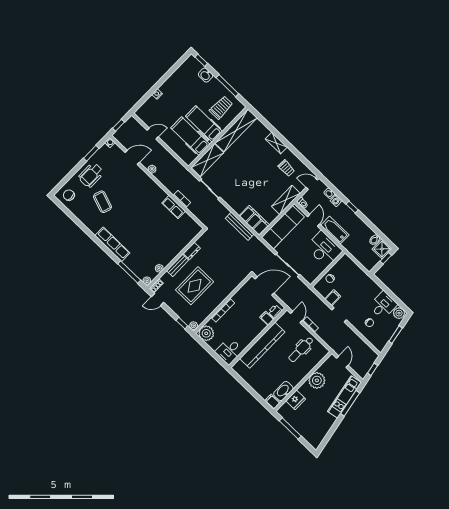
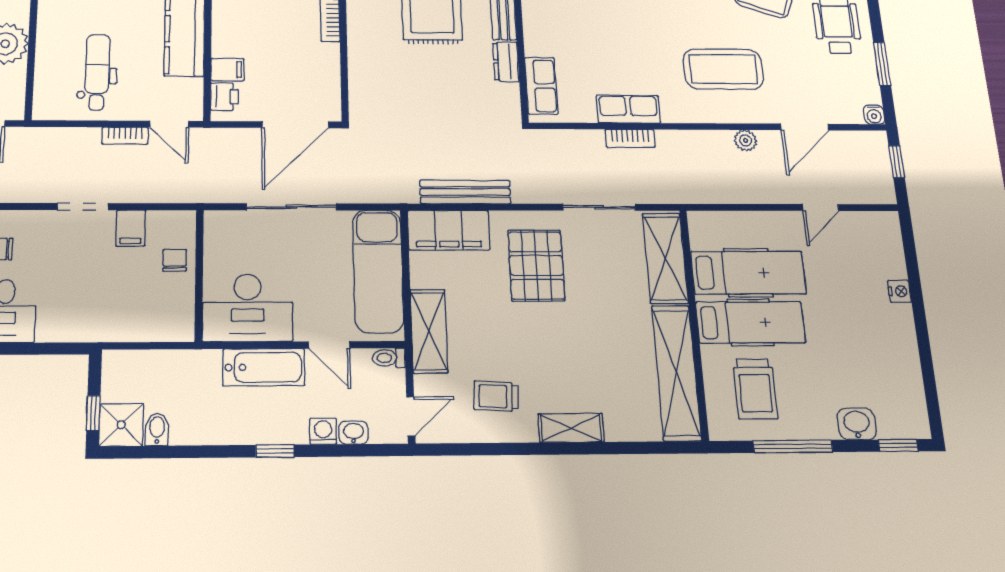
pallet: (242, 190) -> (536, 265), added
coffee table: (136, 193) -> (723, 69), added
row of seats: (190, 235) -> (541, 86), added

